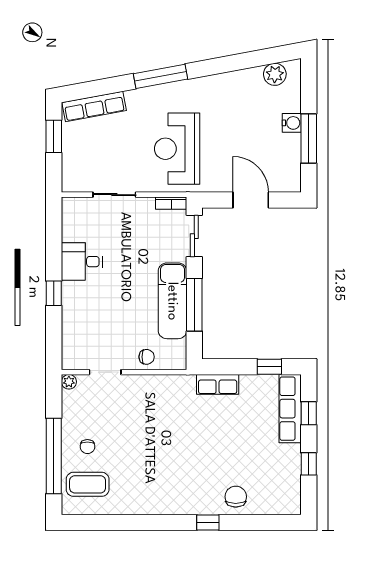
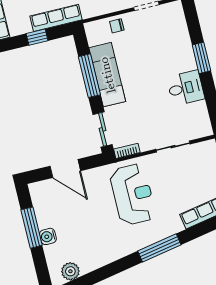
window: (54, 293) -> (201, 58), width x1.50
window: (269, 367) -> (37, 37), moved
row of seats: (218, 384) -> (56, 18), width x1.48

